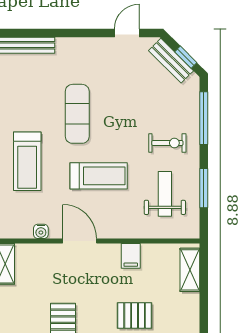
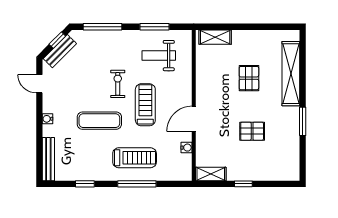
water cooler: (80, 44) -> (47, 119), added
exercise bike: (167, 143) -> (118, 84), moved
filing cabinet: (131, 256) -> (205, 81), removed

